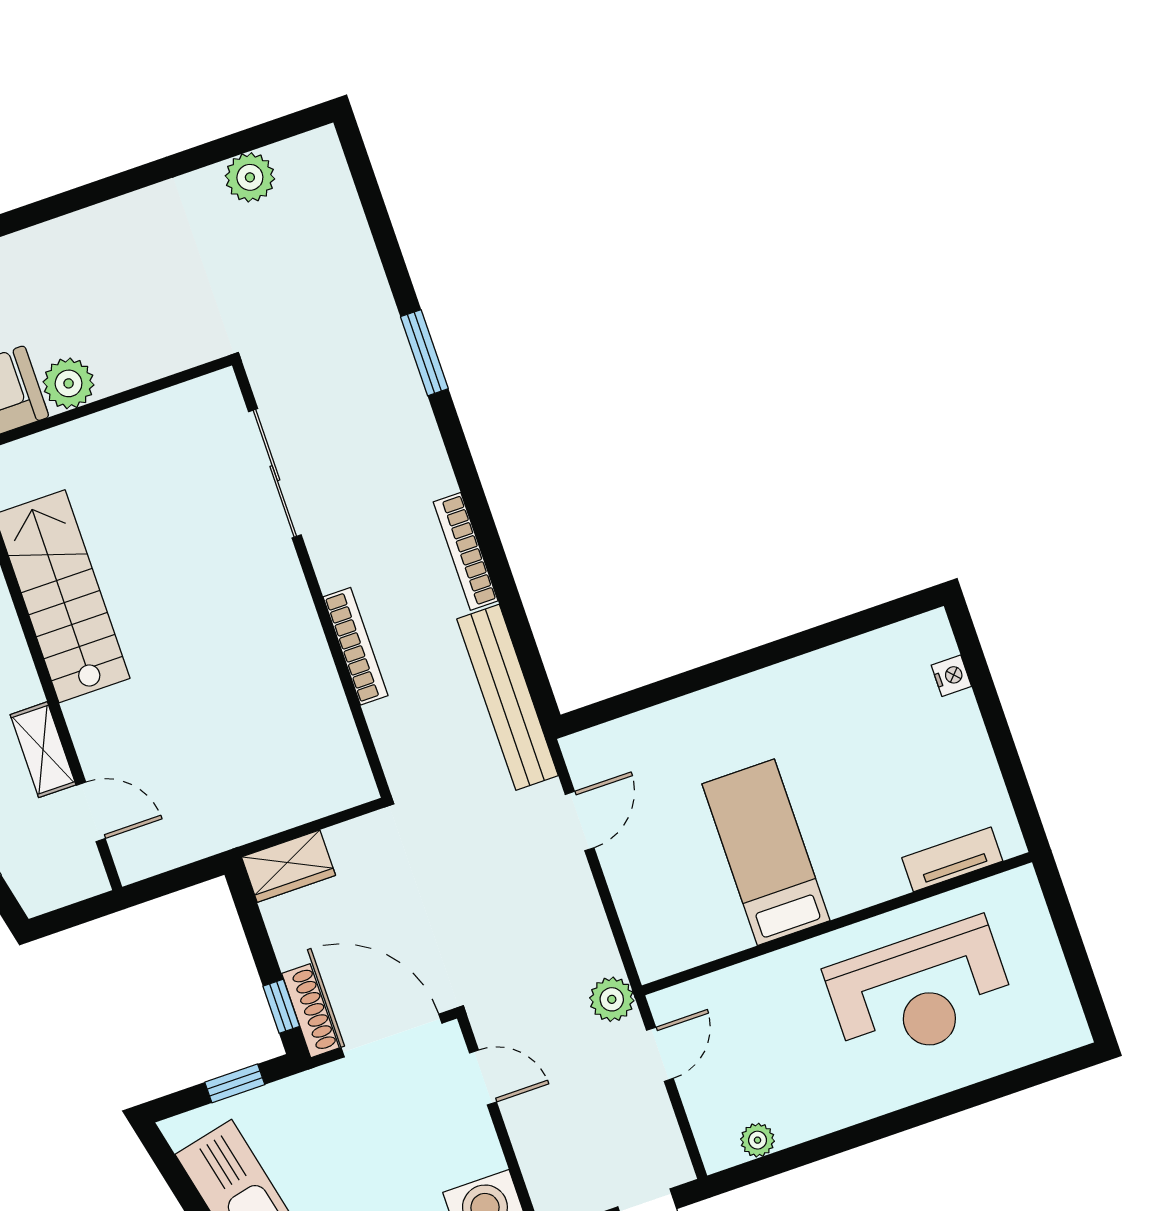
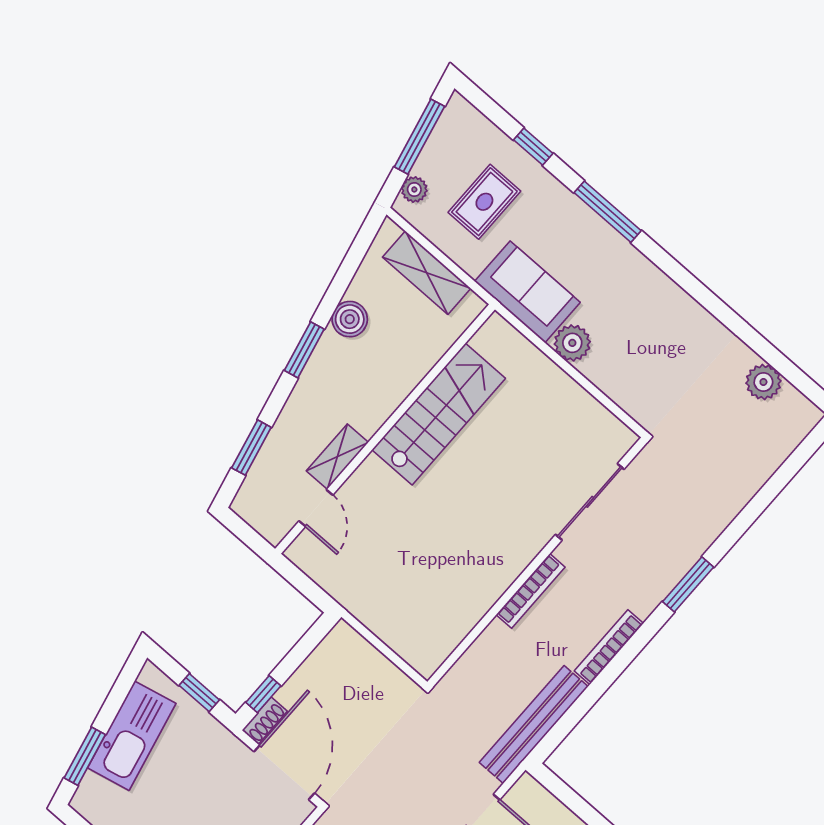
window: (424, 353) -> (688, 584), moved
bookcase: (356, 646) -> (531, 591), moved
wardrobe: (288, 866) -> (352, 649), removed
shoe rack: (310, 1011) -> (265, 721), width x0.70

